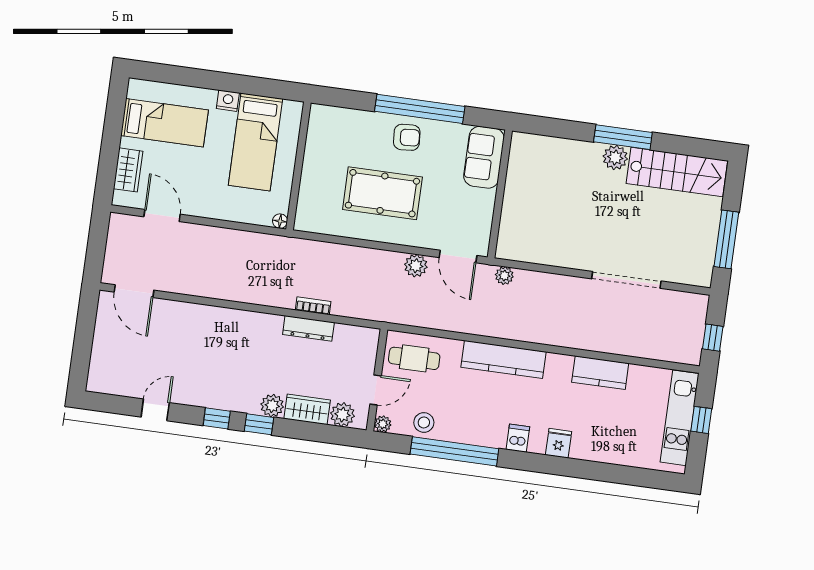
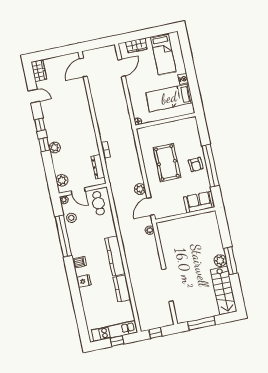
dresser: (308, 328) -> (98, 167), moved
kitchen counter: (504, 359) -> (115, 256), moved
wardrobe: (307, 409) -> (39, 71), moved

